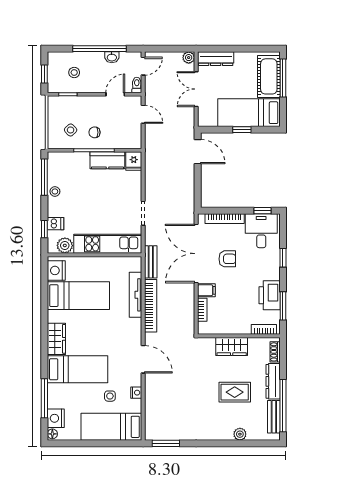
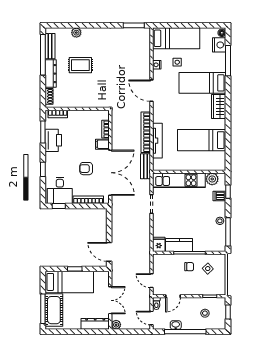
door: (143, 66) -> (151, 318), hinge flipped
nightstand: (56, 270) -> (219, 160), removed
wardrobe: (232, 346) -> (83, 101), removed

